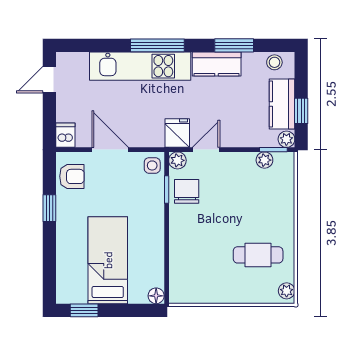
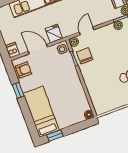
fridge: (177, 133) -> (54, 34), moved
bed: (108, 260) -> (41, 112), moved

